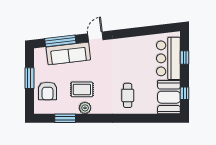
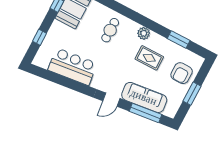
bar counter: (168, 58) -> (72, 67), moved, turned -97
armchair: (48, 91) -> (182, 73), turned 180
plant: (85, 108) -> (144, 33), moved

